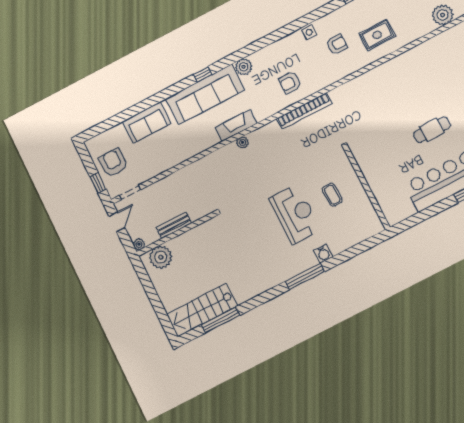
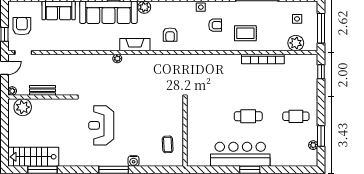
armchair: (290, 83) -> (170, 35), turned -90
bookcase: (304, 111) -> (263, 59), moved
fireplace: (236, 125) -> (135, 45), moved
coffee table: (332, 195) -> (168, 144), moved
reception desk: (295, 214) -> (101, 125), moved, turned 180

